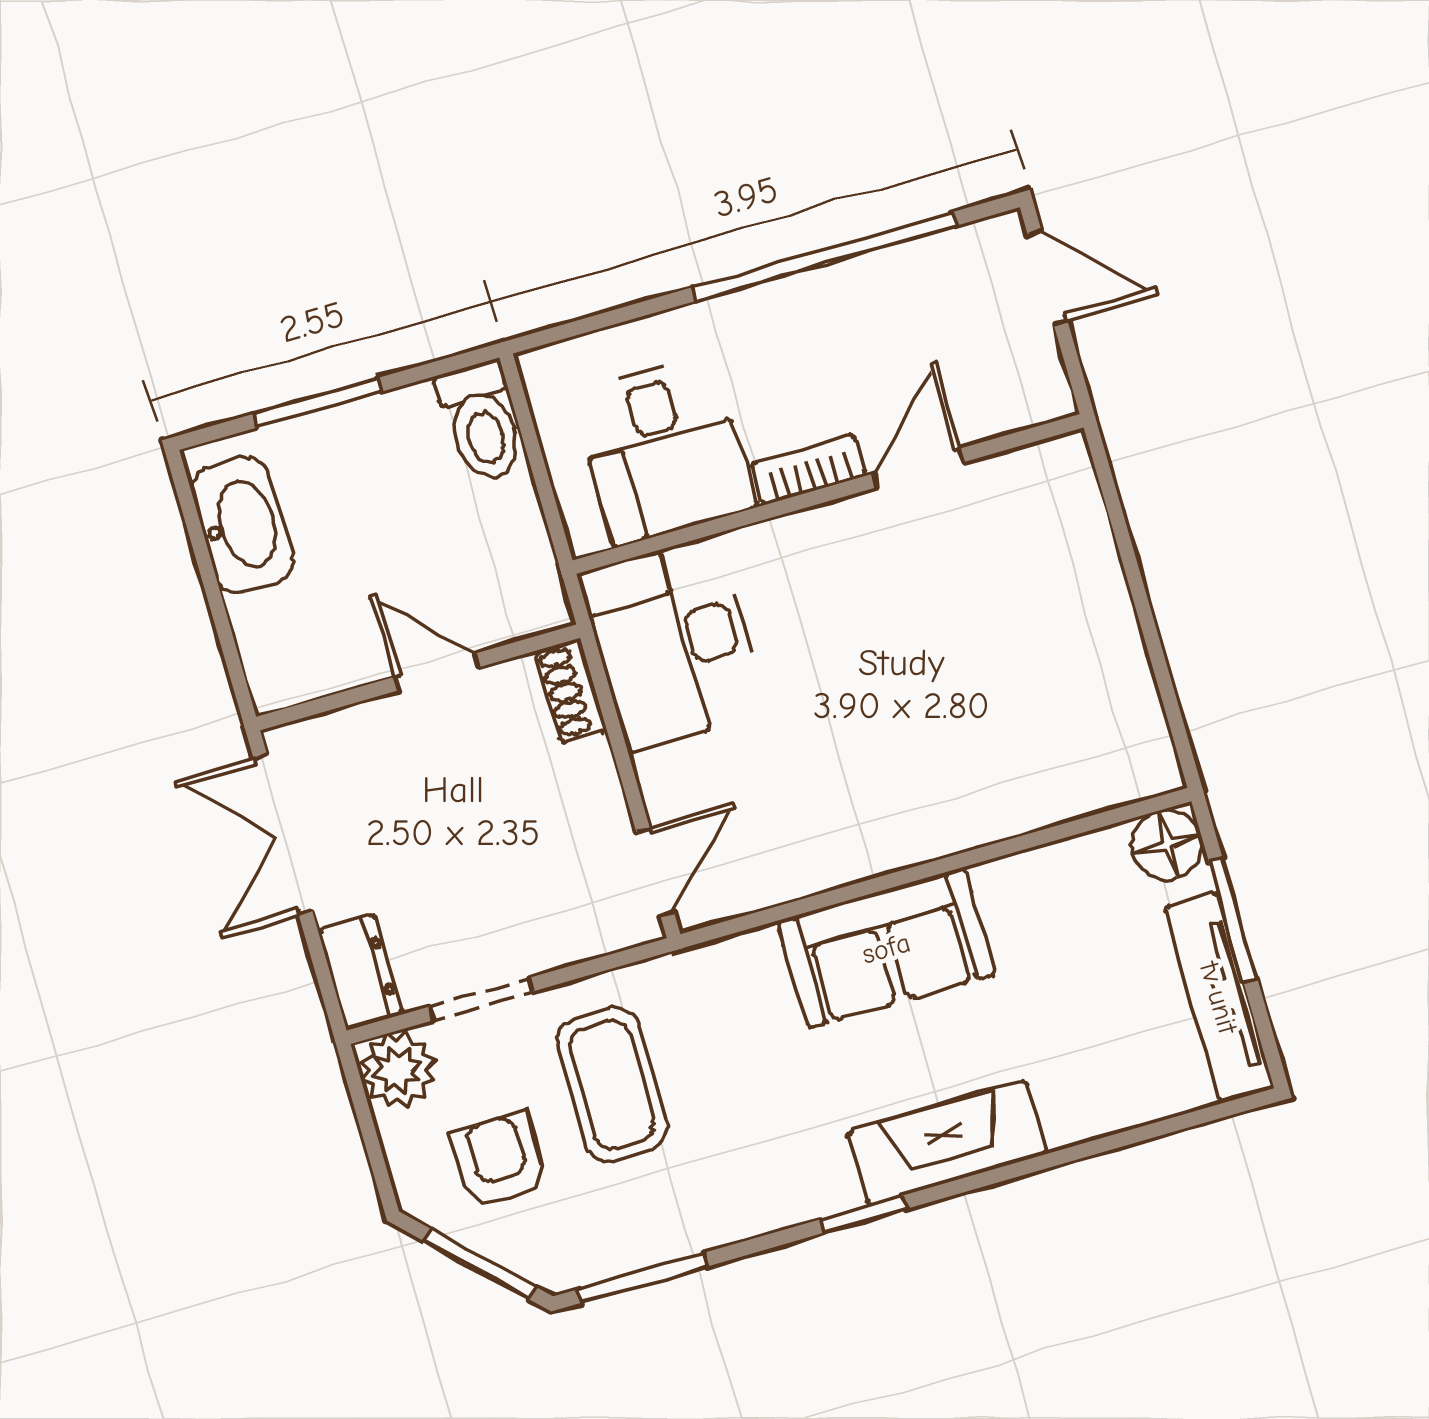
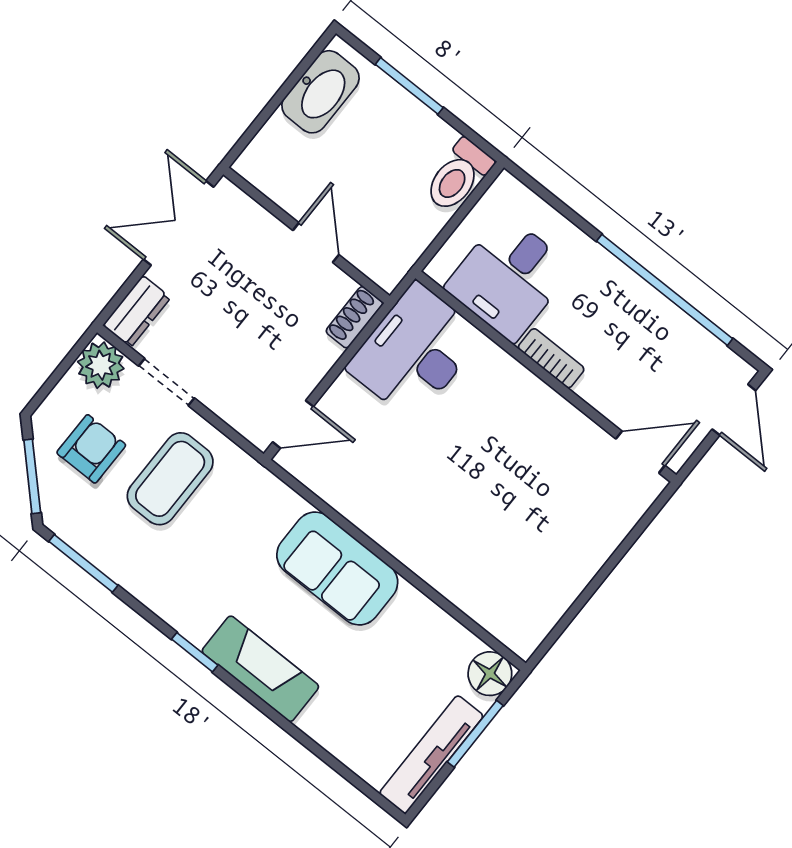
door: (918, 468) -> (640, 452), moved

